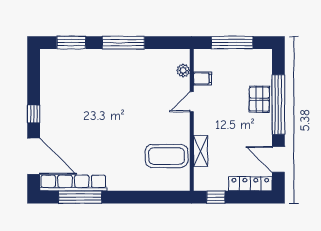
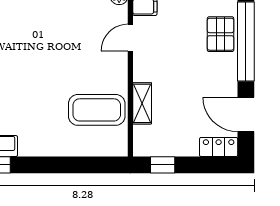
locker: (250, 184) -> (219, 147), width x0.66

